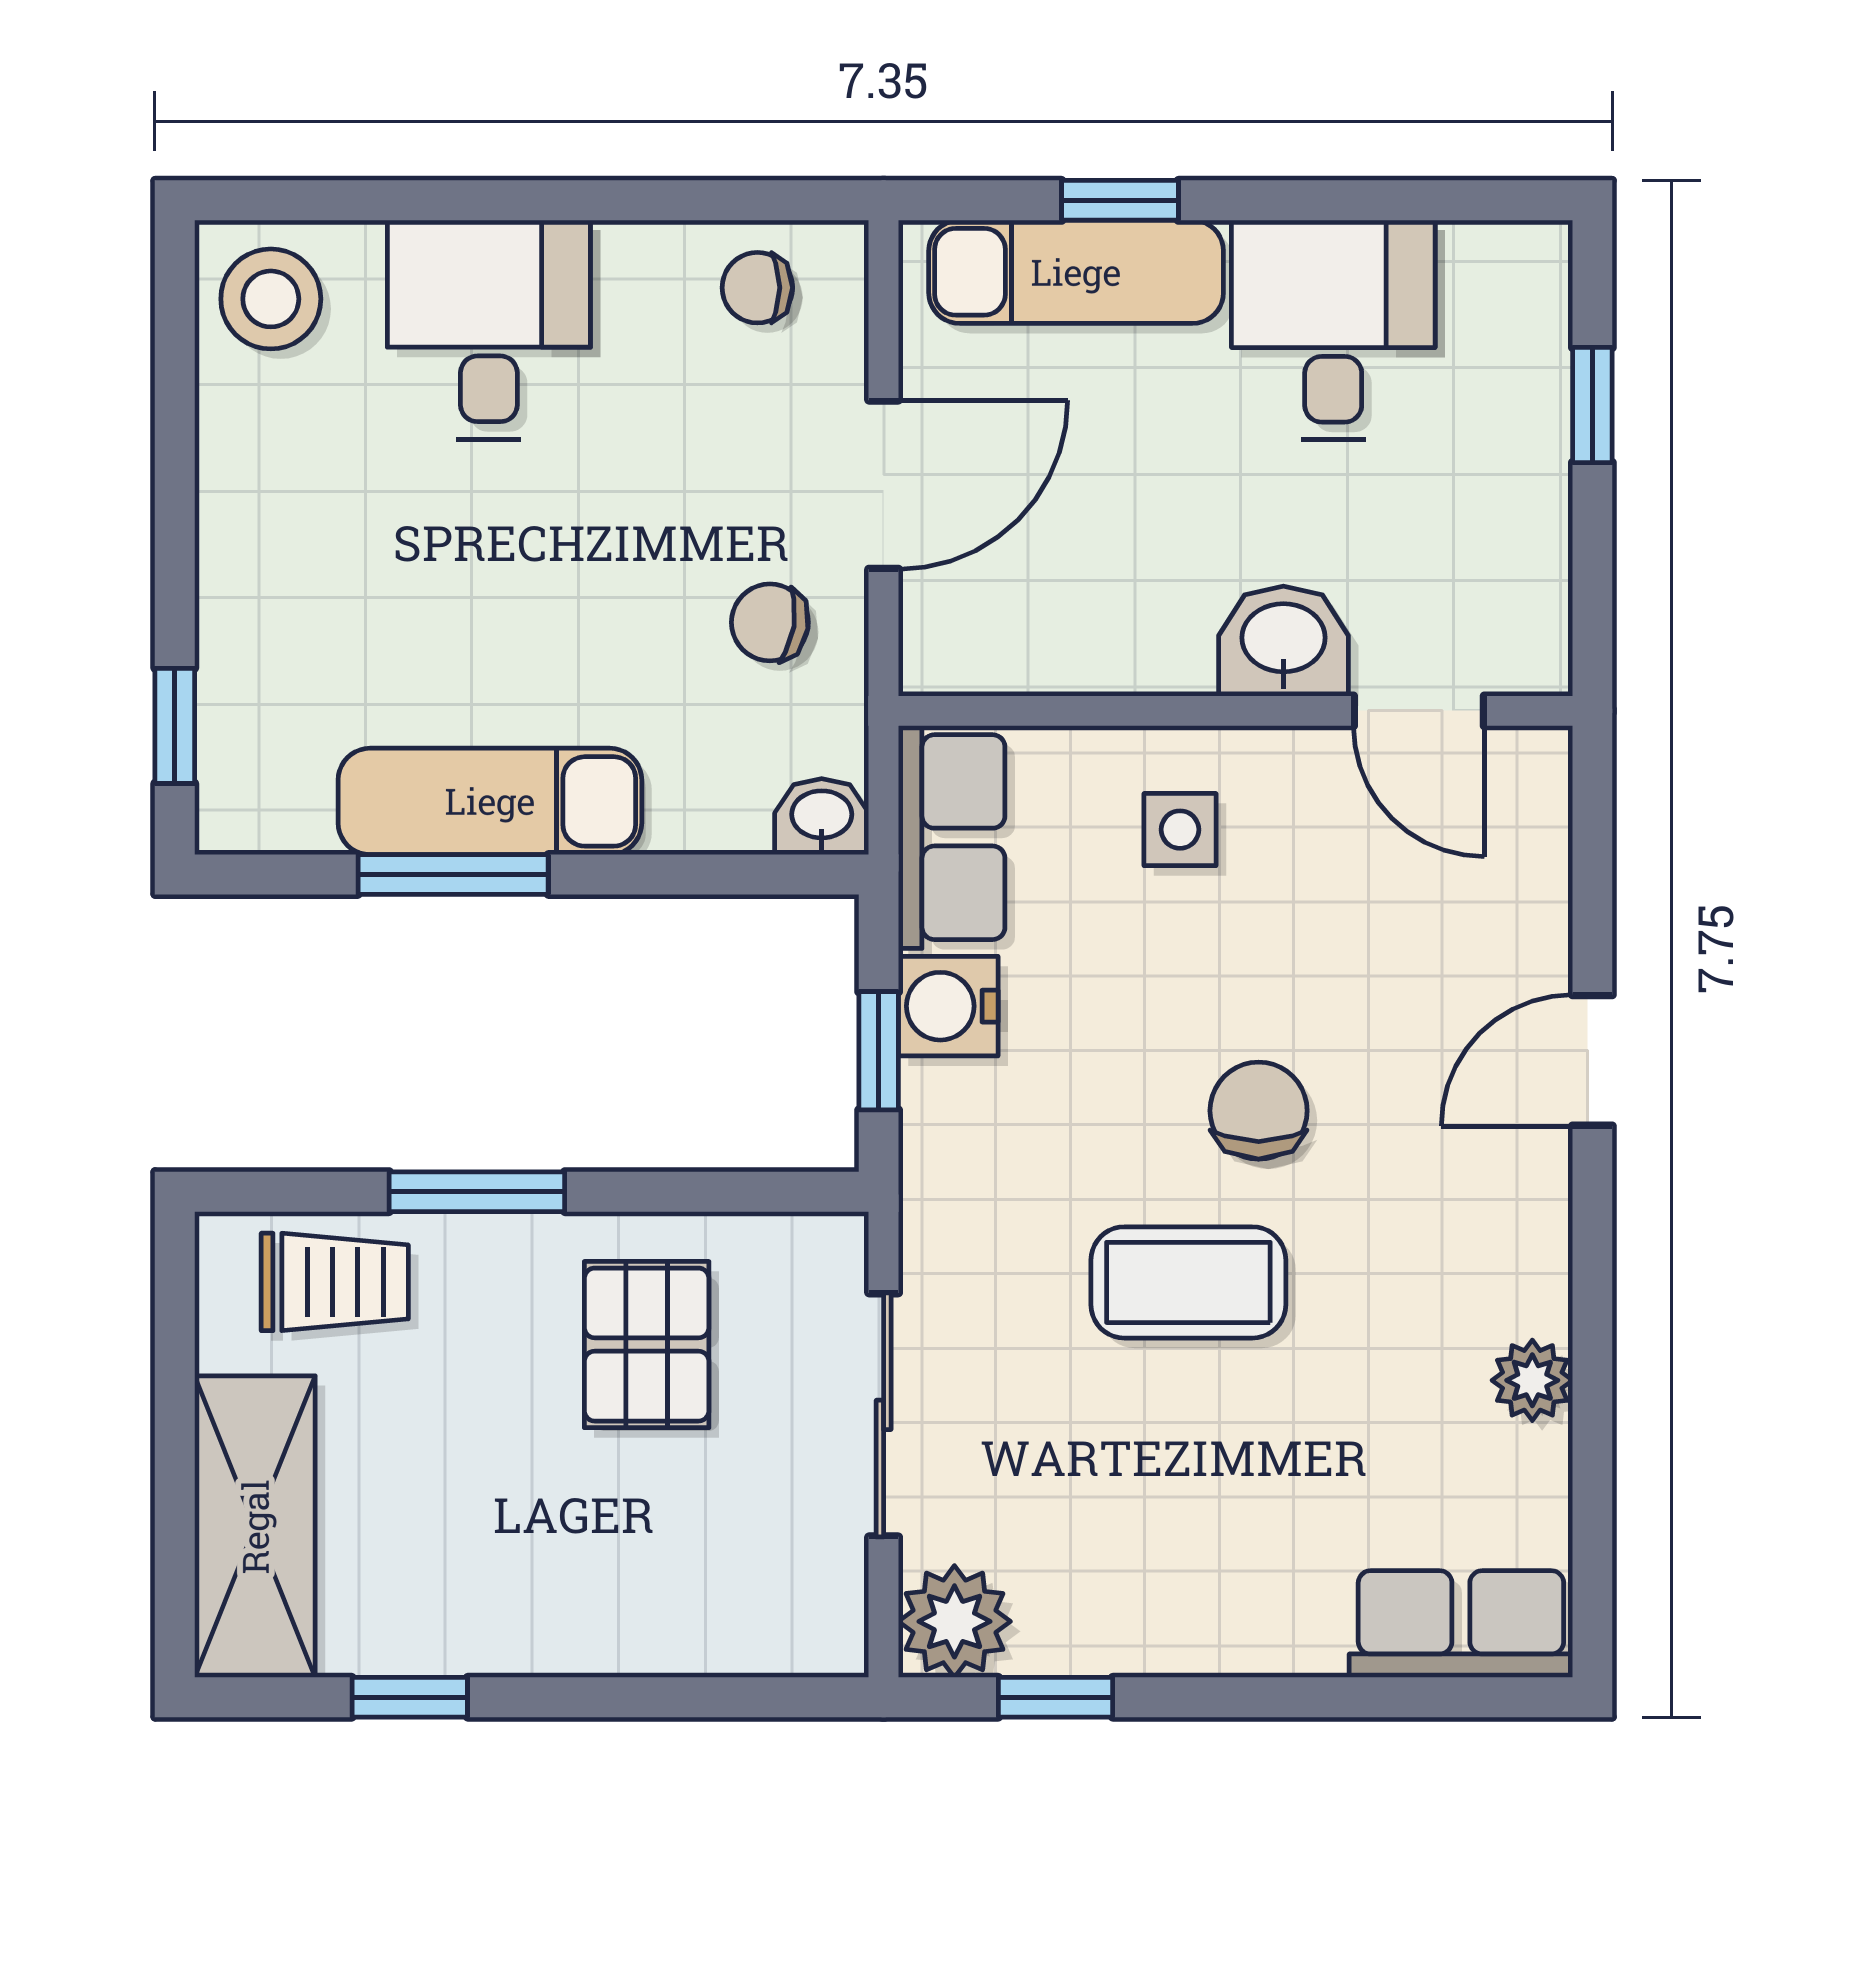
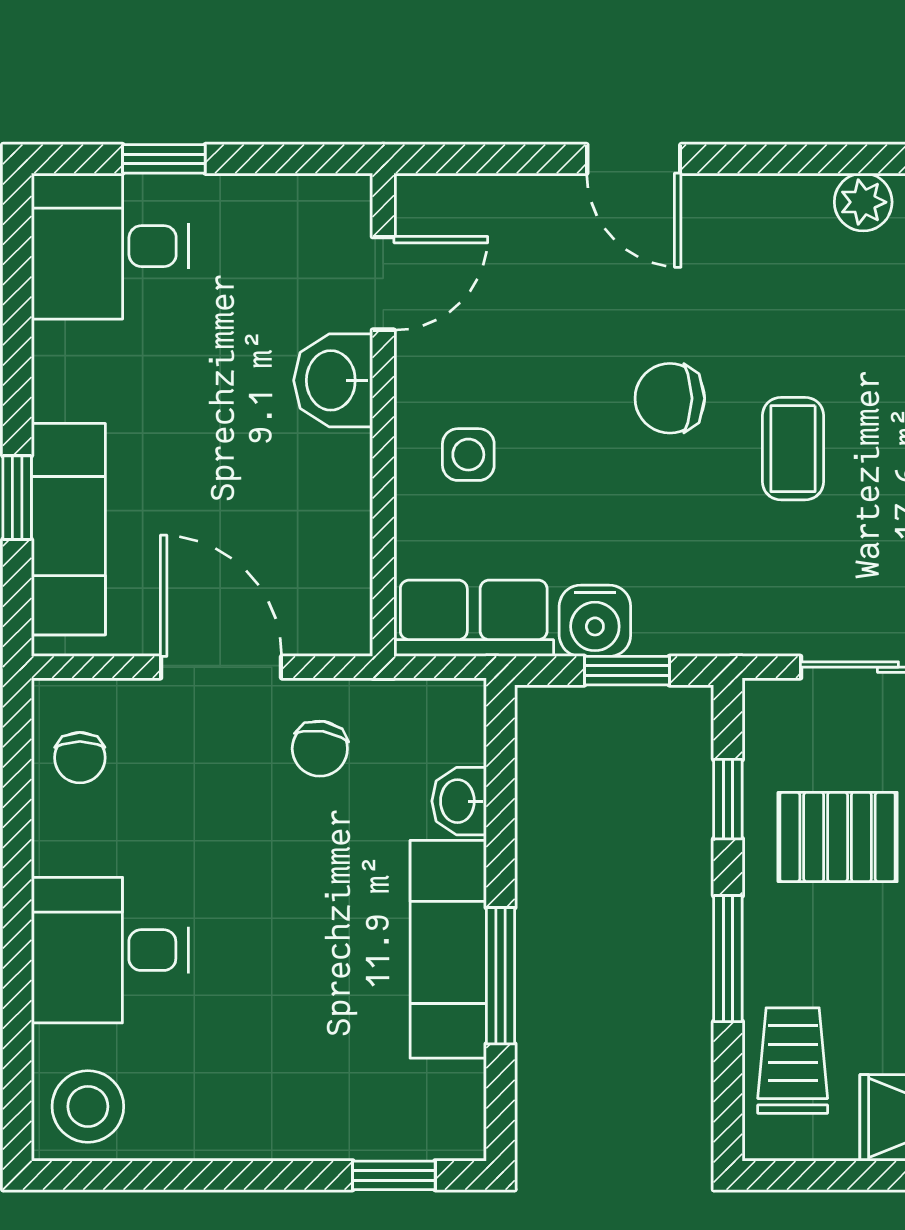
desk: (1333, 330) -> (110, 246), moved
washbasin: (822, 817) -> (459, 801), moved
window: (699, 1192) -> (728, 799), added
coffee table: (1188, 1282) -> (793, 449), width x0.73, depth x0.77

